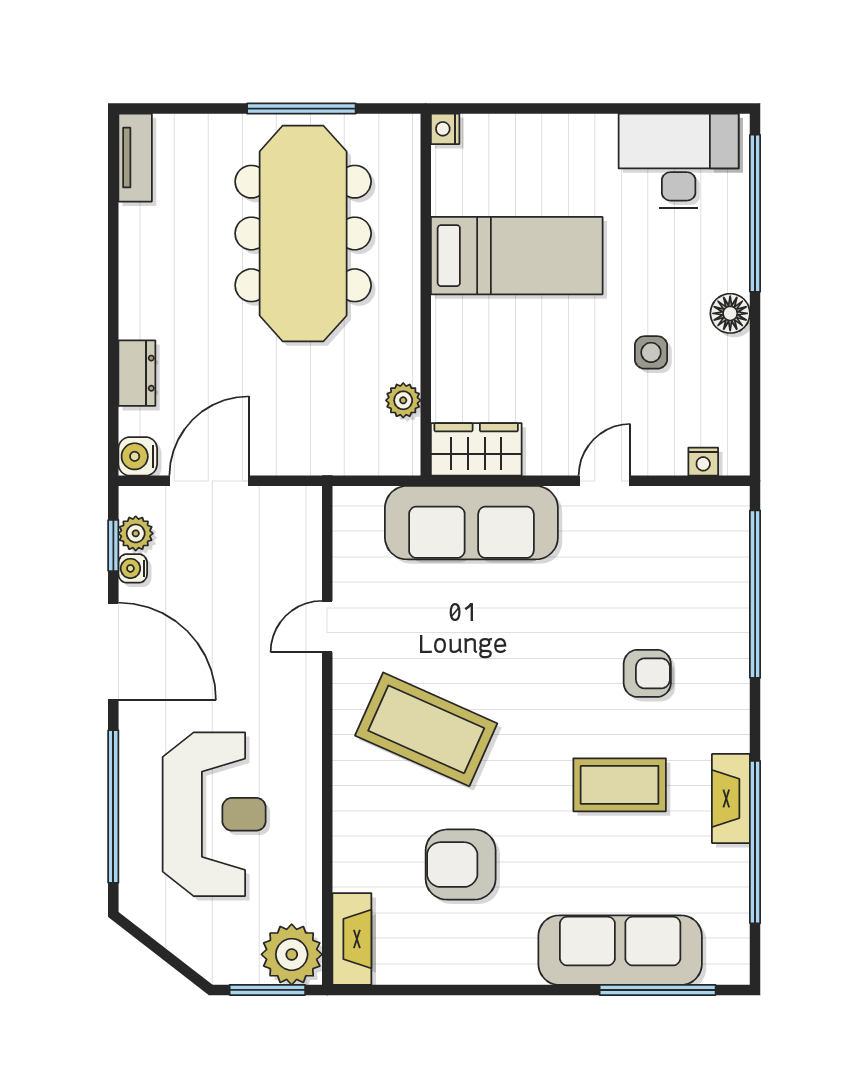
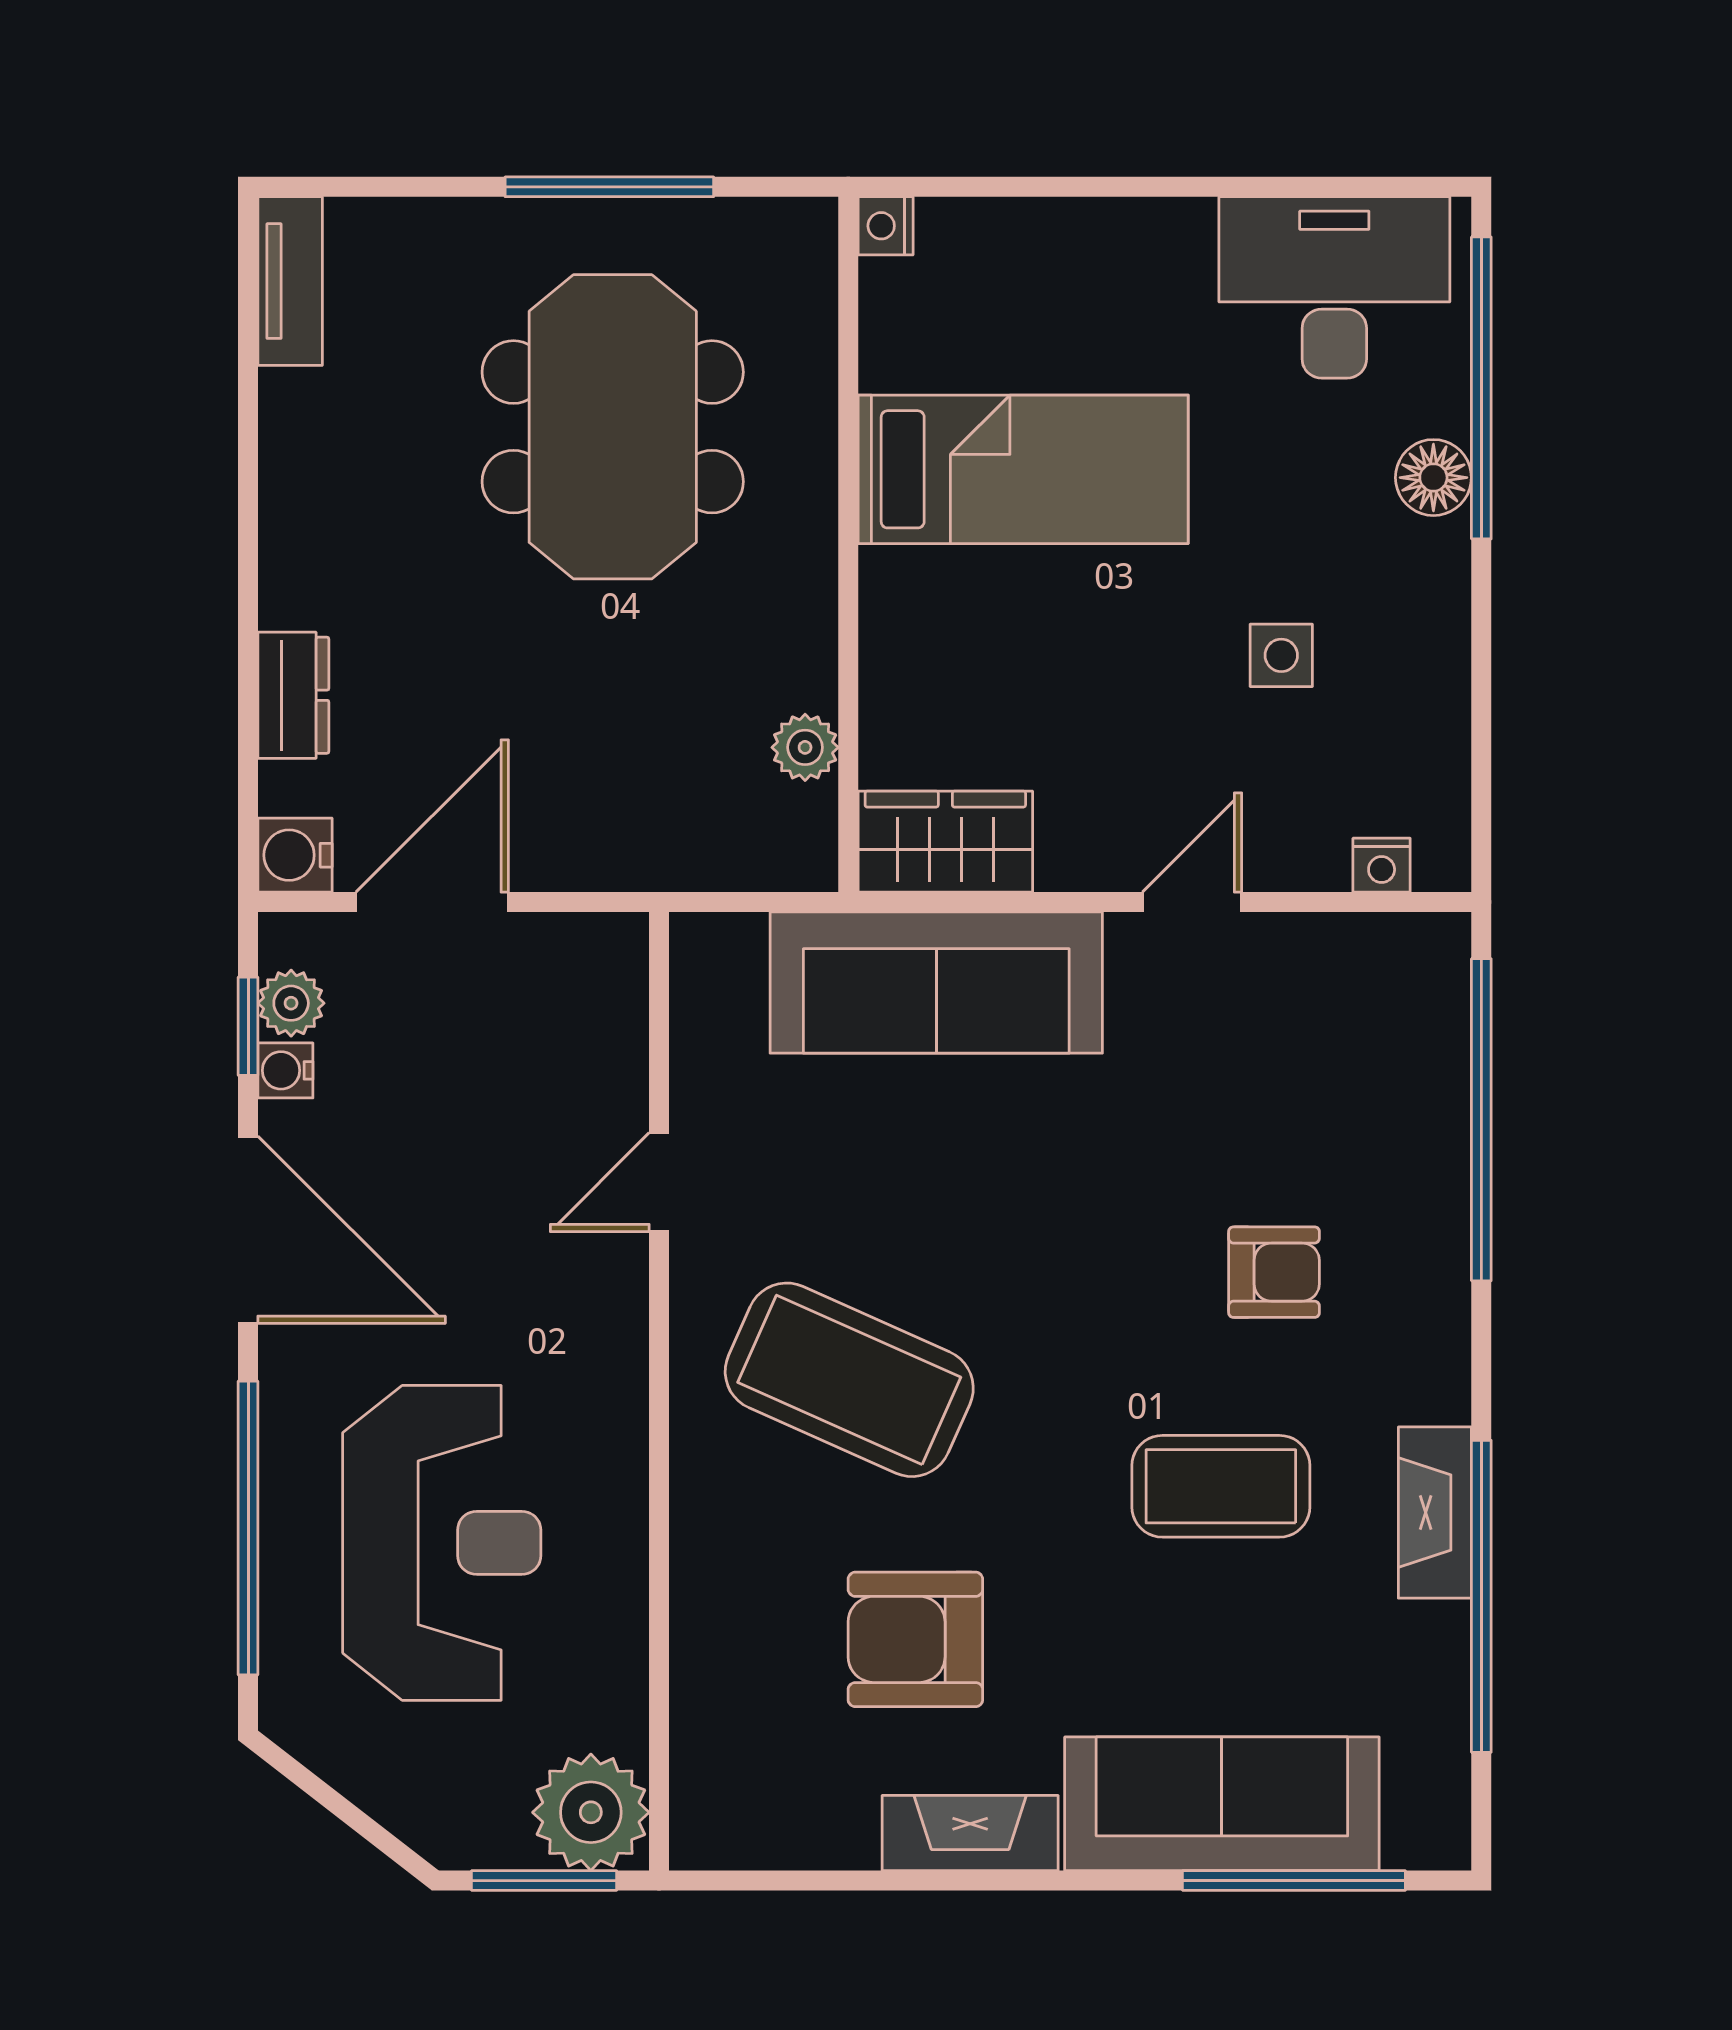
meeting table: (303, 233) -> (613, 427), width x0.73
floor lamp: (730, 313) -> (1433, 478), moved
fireplace: (352, 939) -> (970, 1833), moved, turned -90

